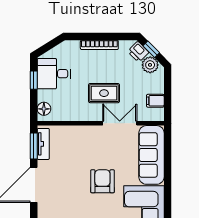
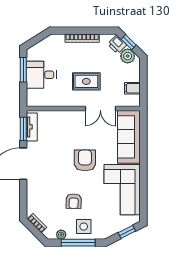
desk: (54, 74) -> (41, 75), moved
window: (34, 80) -> (23, 70), width x1.50
floor lamp: (44, 109) -> (32, 95), removed
double door: (120, 123) -> (100, 109), swing flipped

